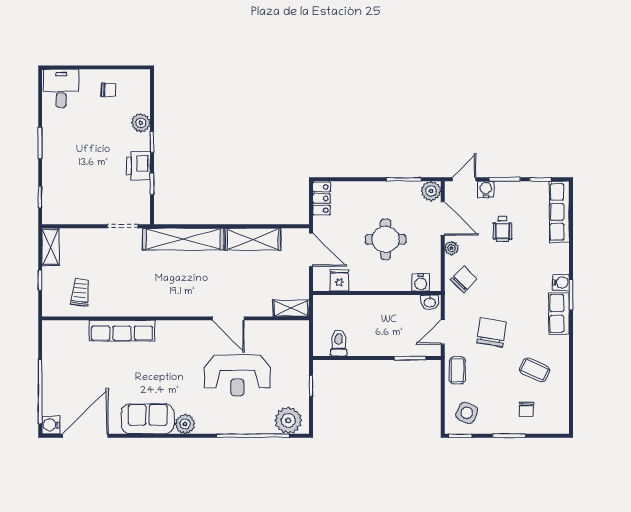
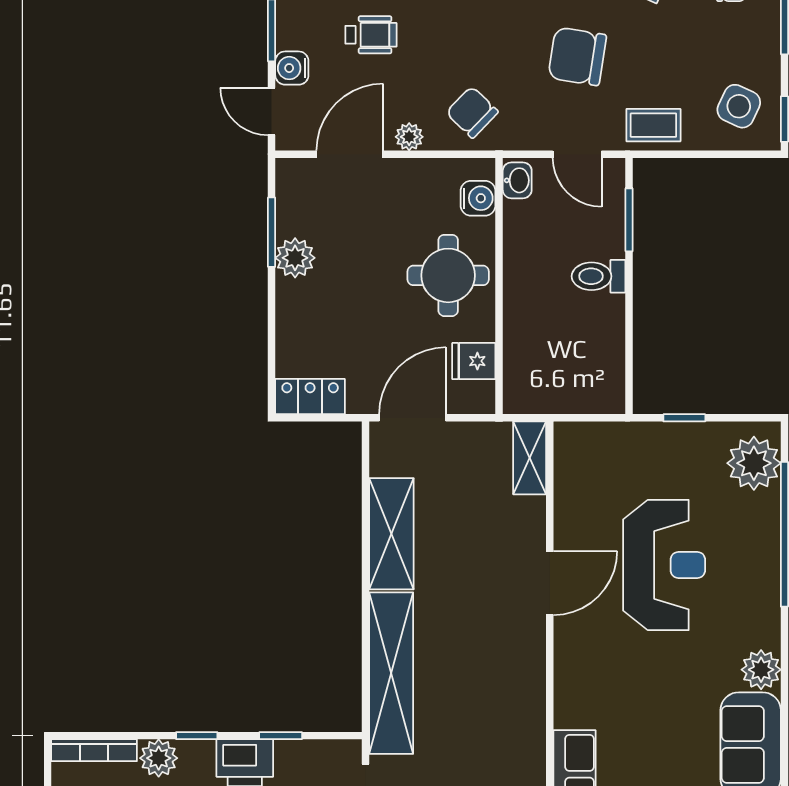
bookcase: (145, 91) -> (94, 750), added
plant: (431, 191) -> (295, 258), moved
round table: (386, 239) -> (448, 275), moved
toilet: (339, 343) -> (599, 276), moved

